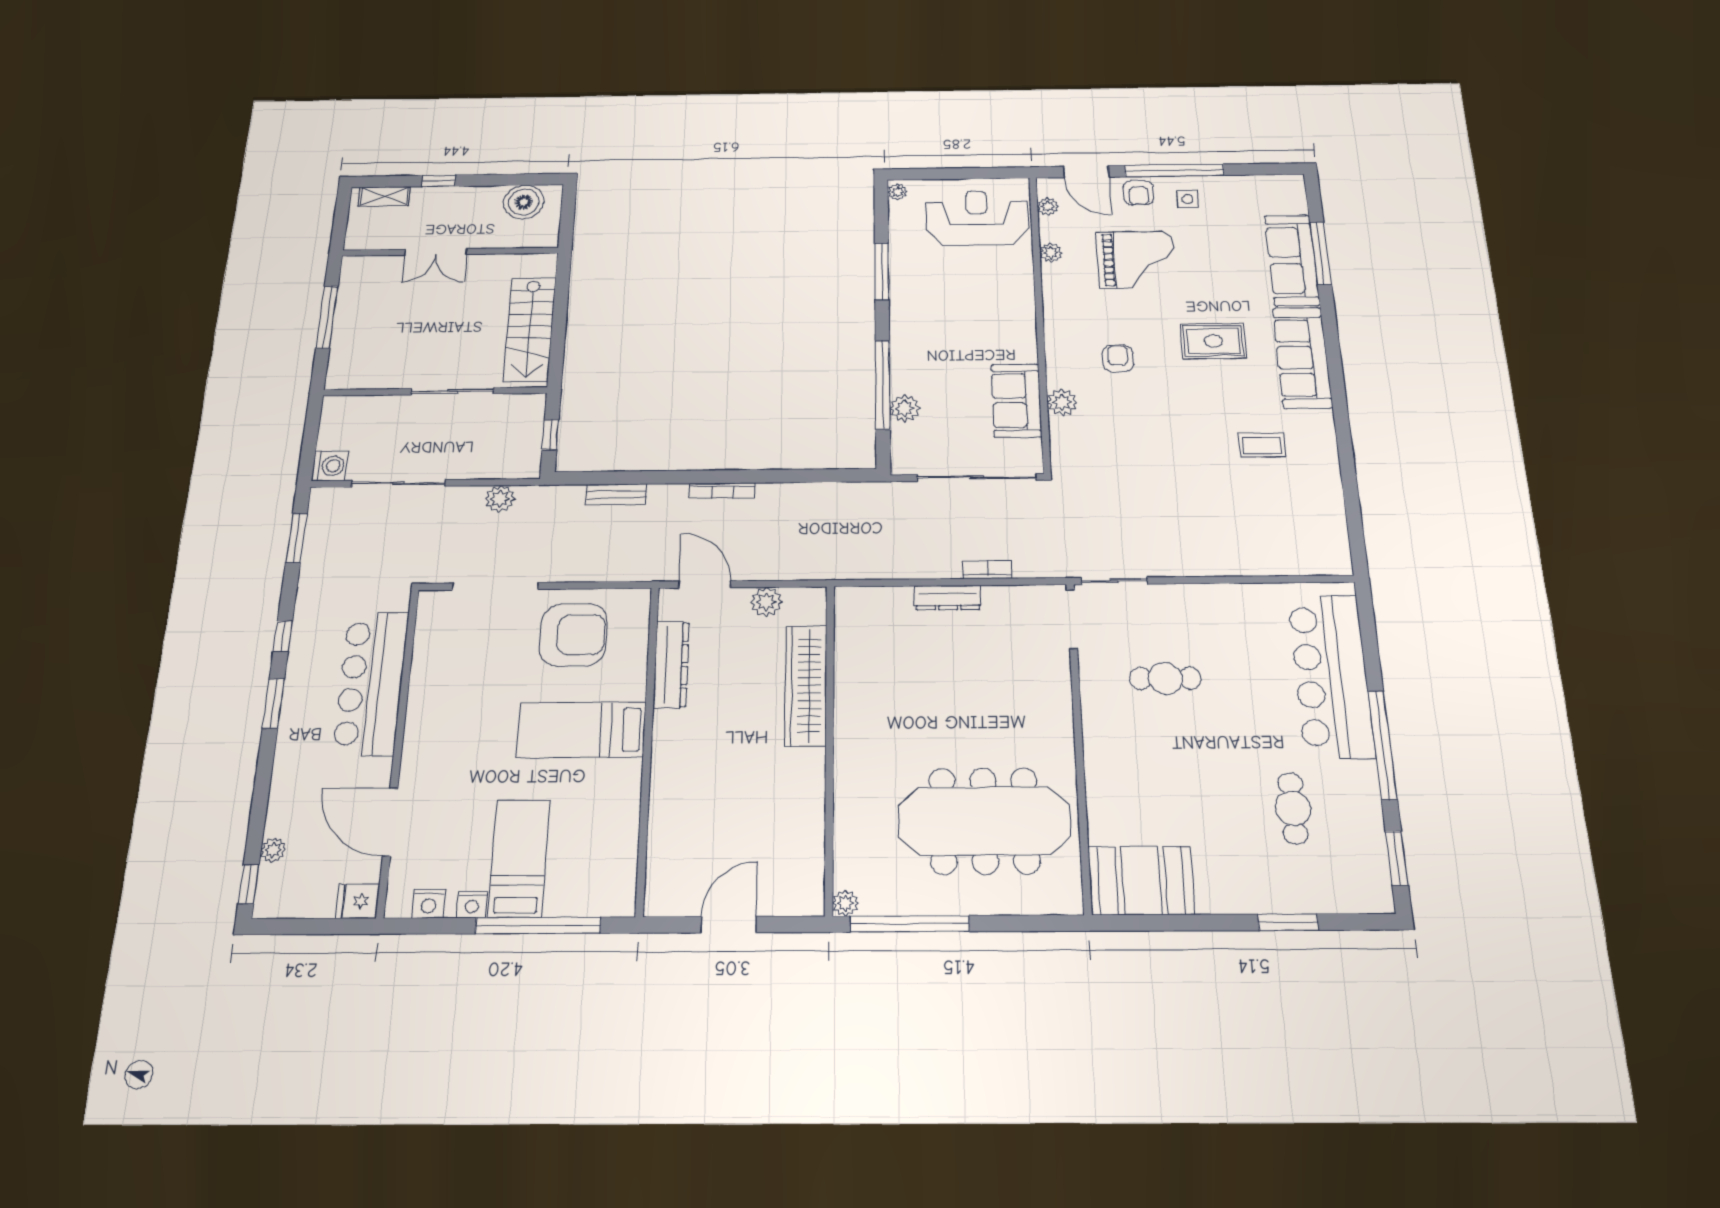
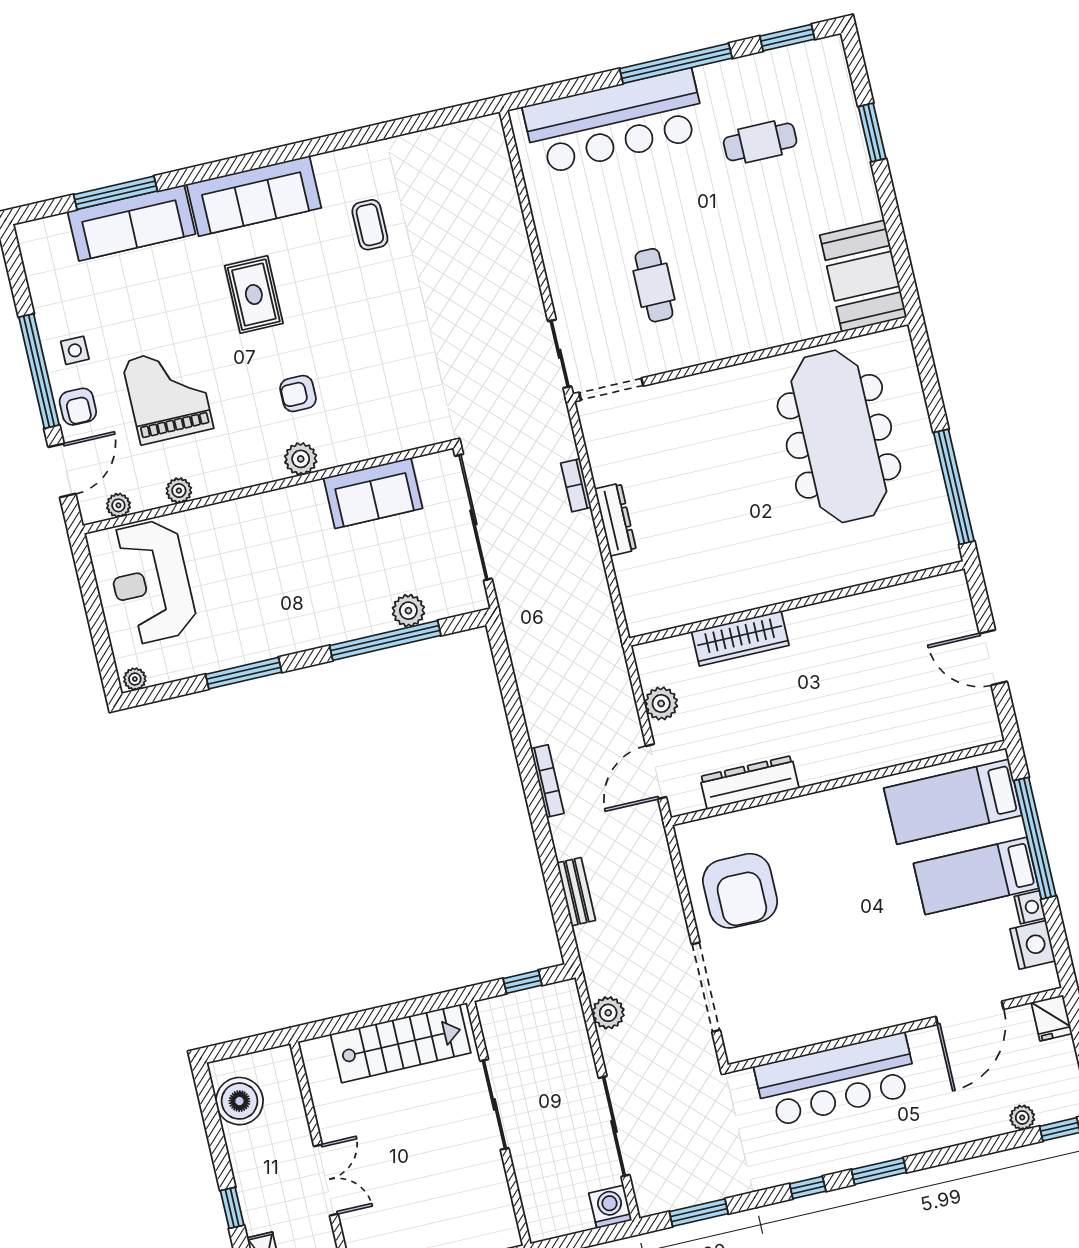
armchair: (1138, 193) -> (78, 407), turned 90
plant: (1062, 402) -> (301, 459), moved
armchair: (573, 635) -> (740, 891), turned 180
wardrobe: (806, 685) -> (740, 638), width x0.71, depth x0.85
bed: (582, 730) -> (953, 802), moved, turned 90
plant: (845, 903) -> (948, 552), removed
nightstand: (429, 904) -> (1033, 945), width x1.36, depth x1.33

